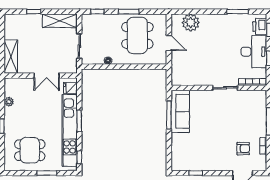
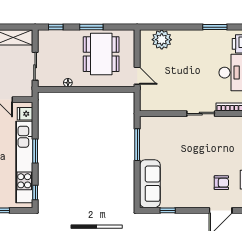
door: (169, 43) -> (137, 76), moved
sofa: (180, 111) -> (150, 184), moved

